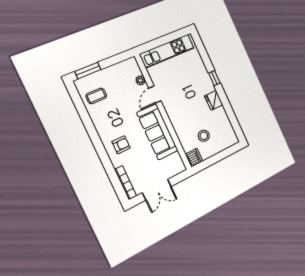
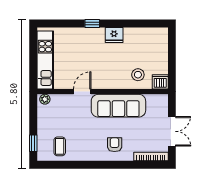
window: (88, 71) -> (33, 143), width x0.67
plant: (140, 80) -> (45, 99), moved
door: (155, 95) -> (82, 92), swing flipped
stool: (204, 136) -> (138, 75), moved

